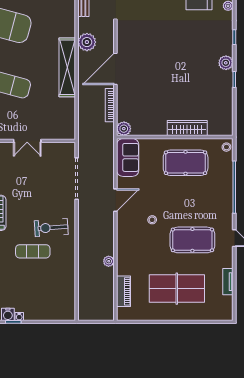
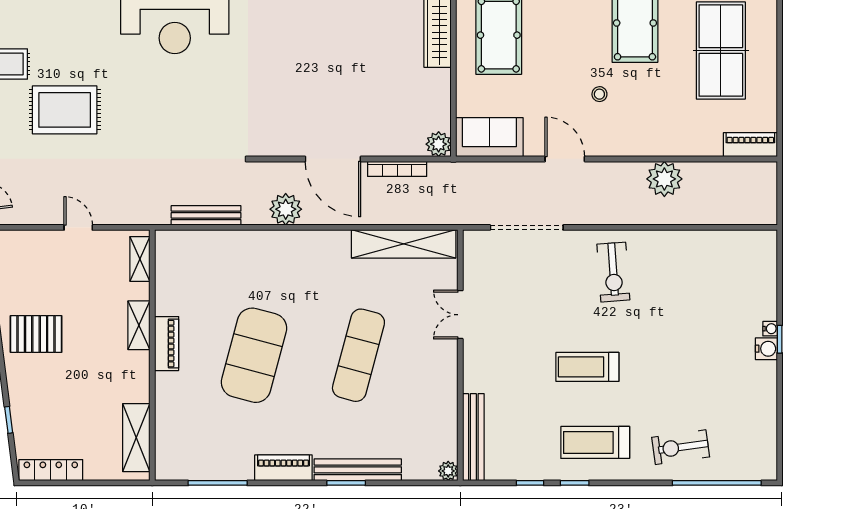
shelving: (67, 67) -> (404, 244), moved
double door: (27, 141) -> (460, 315), swing flipped
exercise mat: (33, 251) -> (655, 305), removed
plant: (109, 261) -> (664, 179), width x1.87, depth x1.87
piano: (123, 291) -> (750, 145), moved

